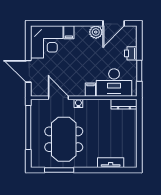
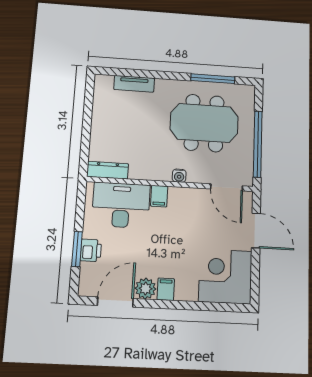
filing cabinet: (69, 32) -> (166, 289), moved
window: (139, 71) -> (77, 249), moved
door: (58, 98) -> (227, 187), moved
meeting table: (64, 139) -> (204, 123), turned 90

